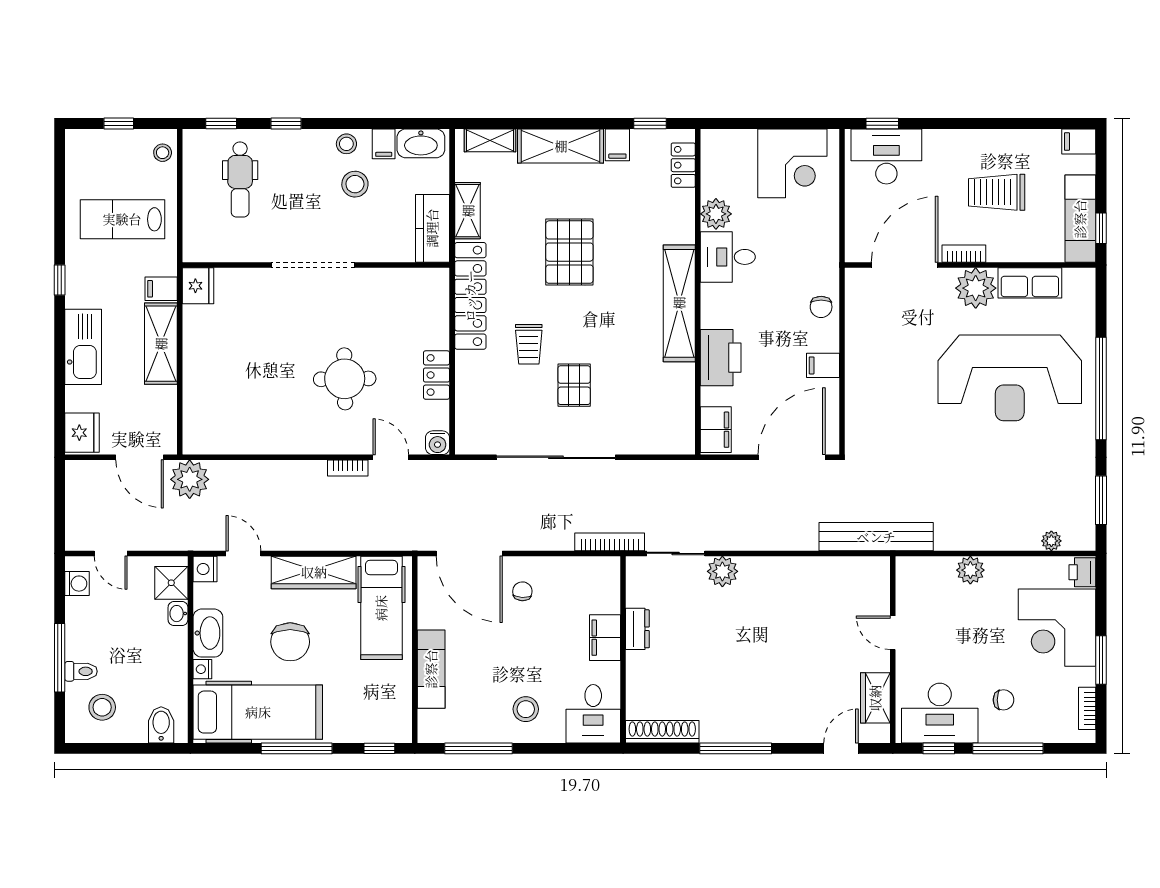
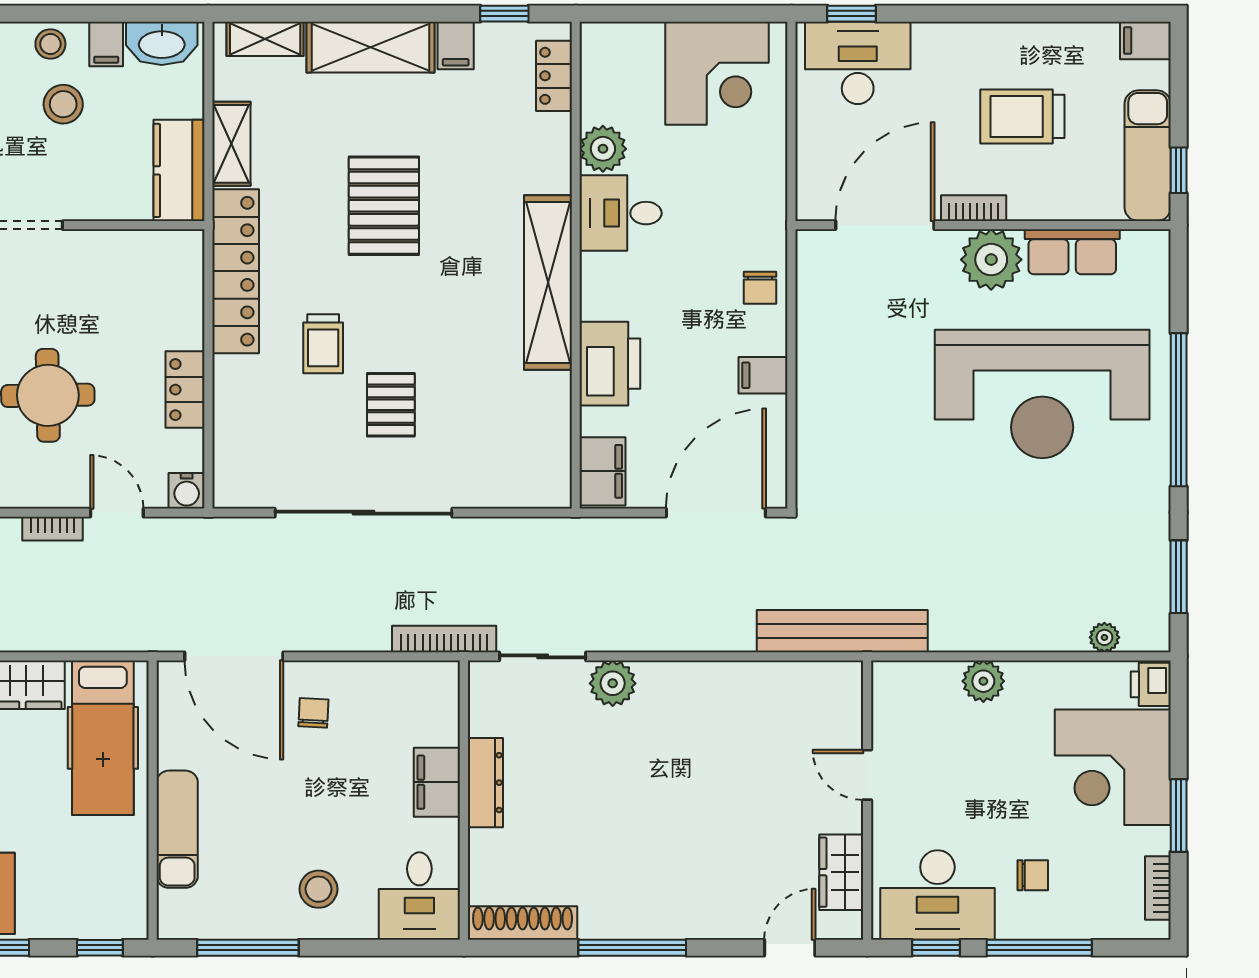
dresser: (637, 629) -> (485, 783), width x1.44

